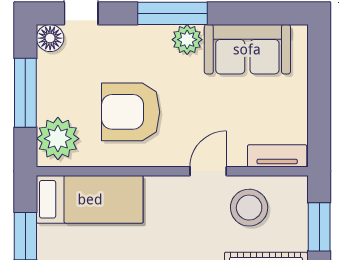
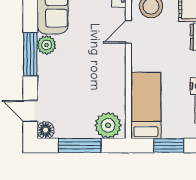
armchair: (131, 112) -> (91, 80), removed
door: (208, 171) -> (128, 32), hinge flipped

